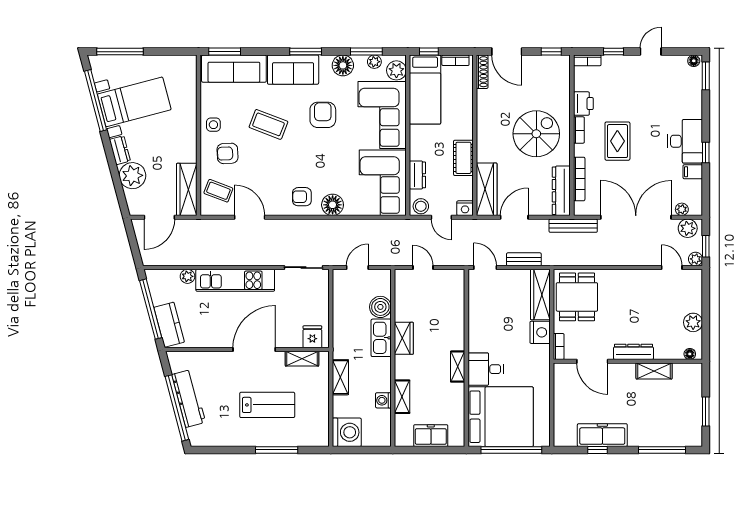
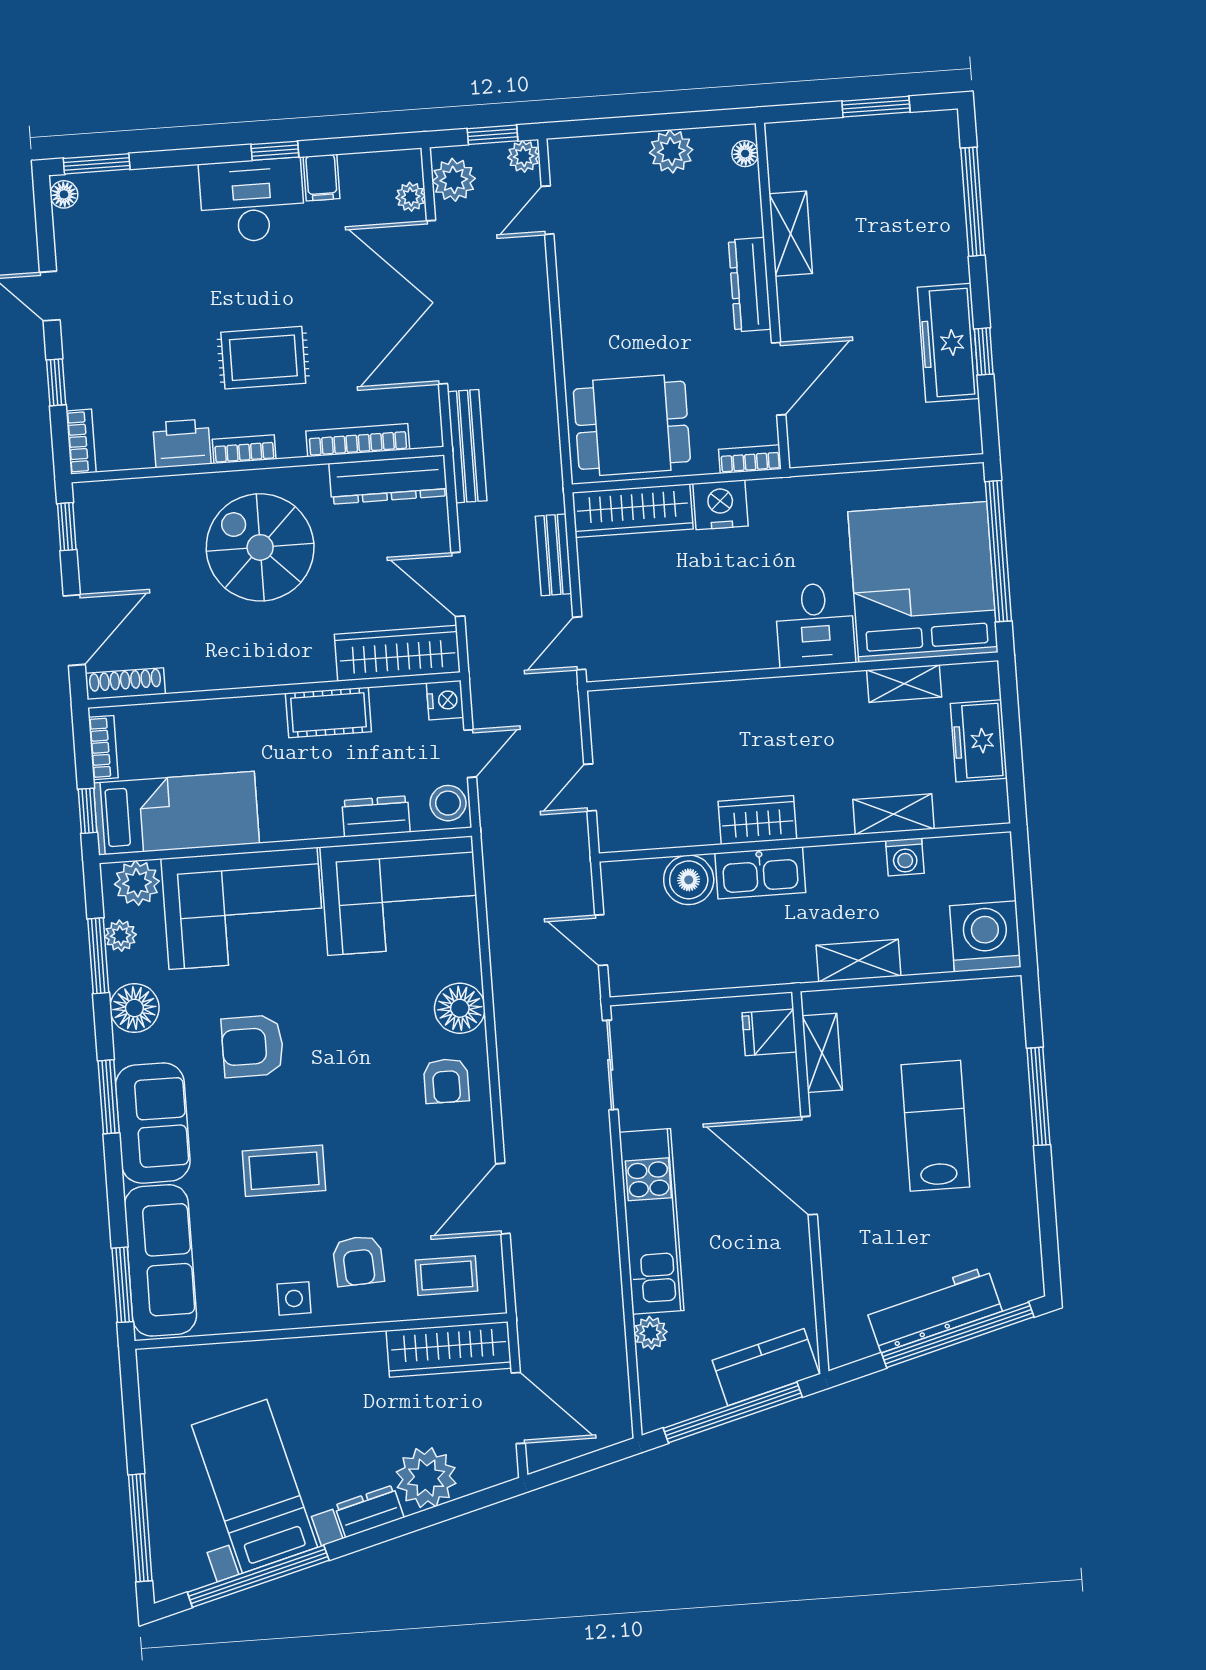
coffee table: (268, 124) -> (284, 1171), turned 69
coffee table: (218, 191) -> (447, 1276), turned 69
shelving: (458, 367) -> (904, 684), moved

